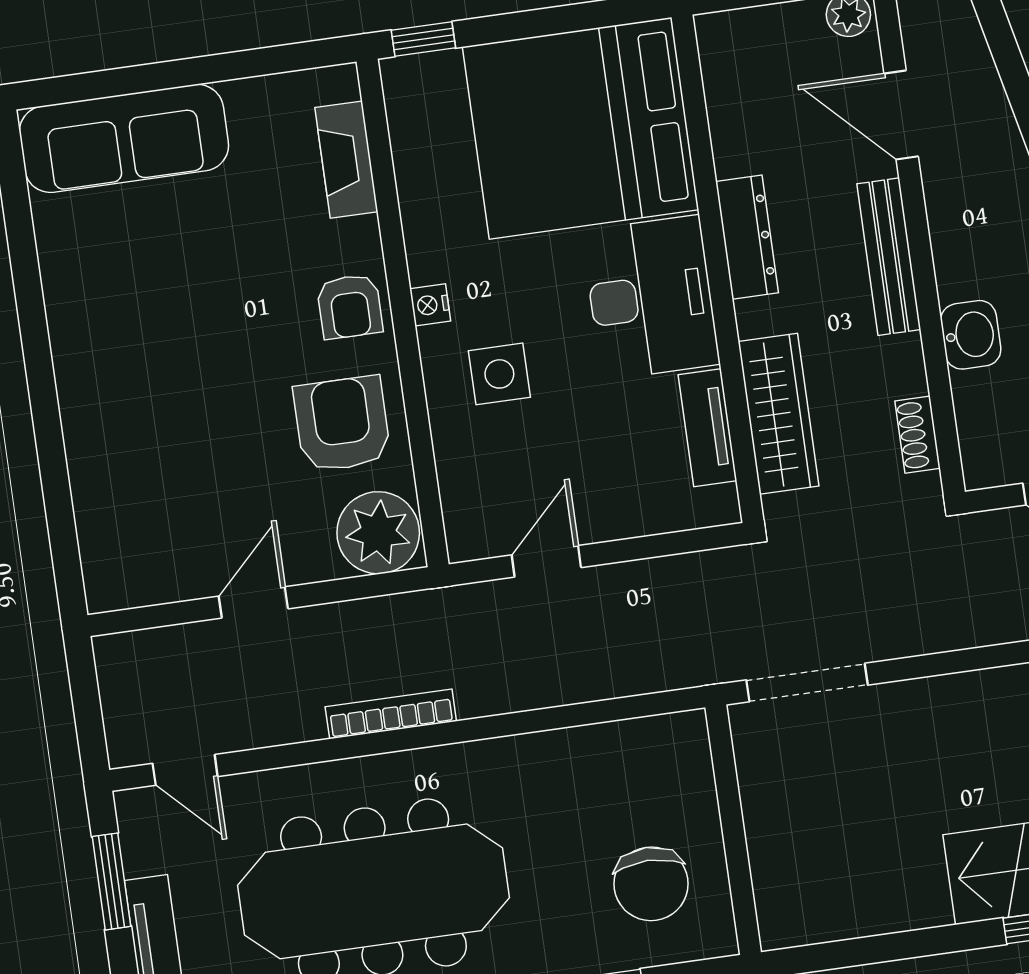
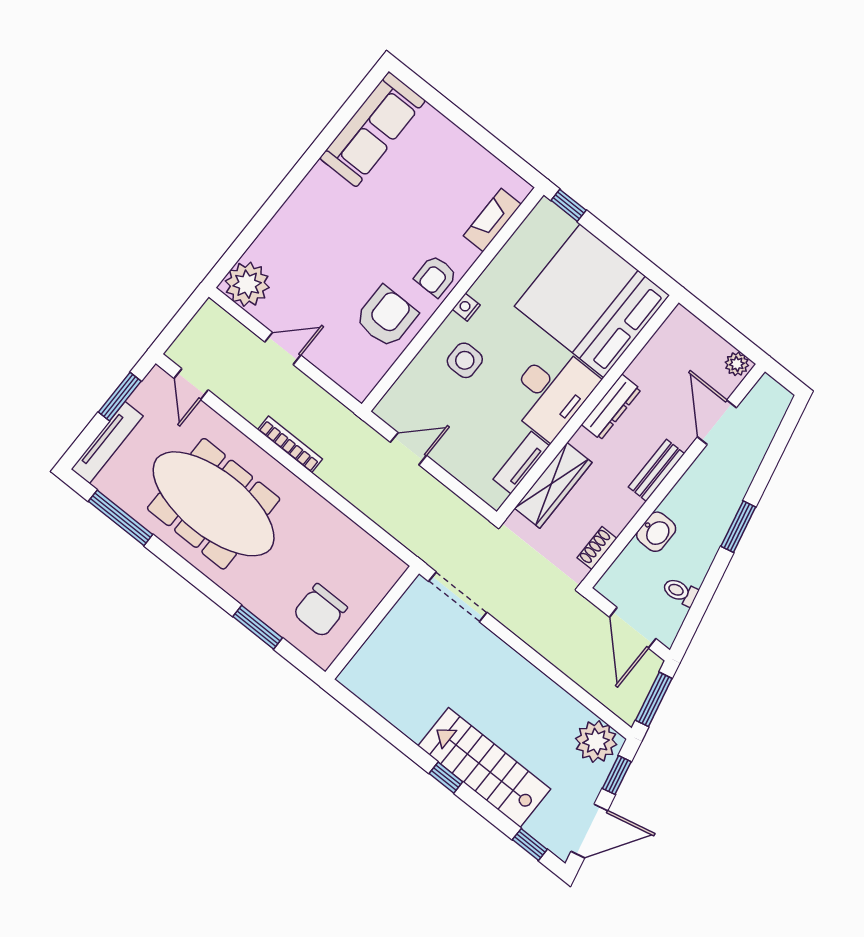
sofa: (124, 138) -> (373, 129), moved, turned -90
bench: (889, 257) -> (656, 470), width x0.73
plant: (378, 533) -> (247, 284), moved

